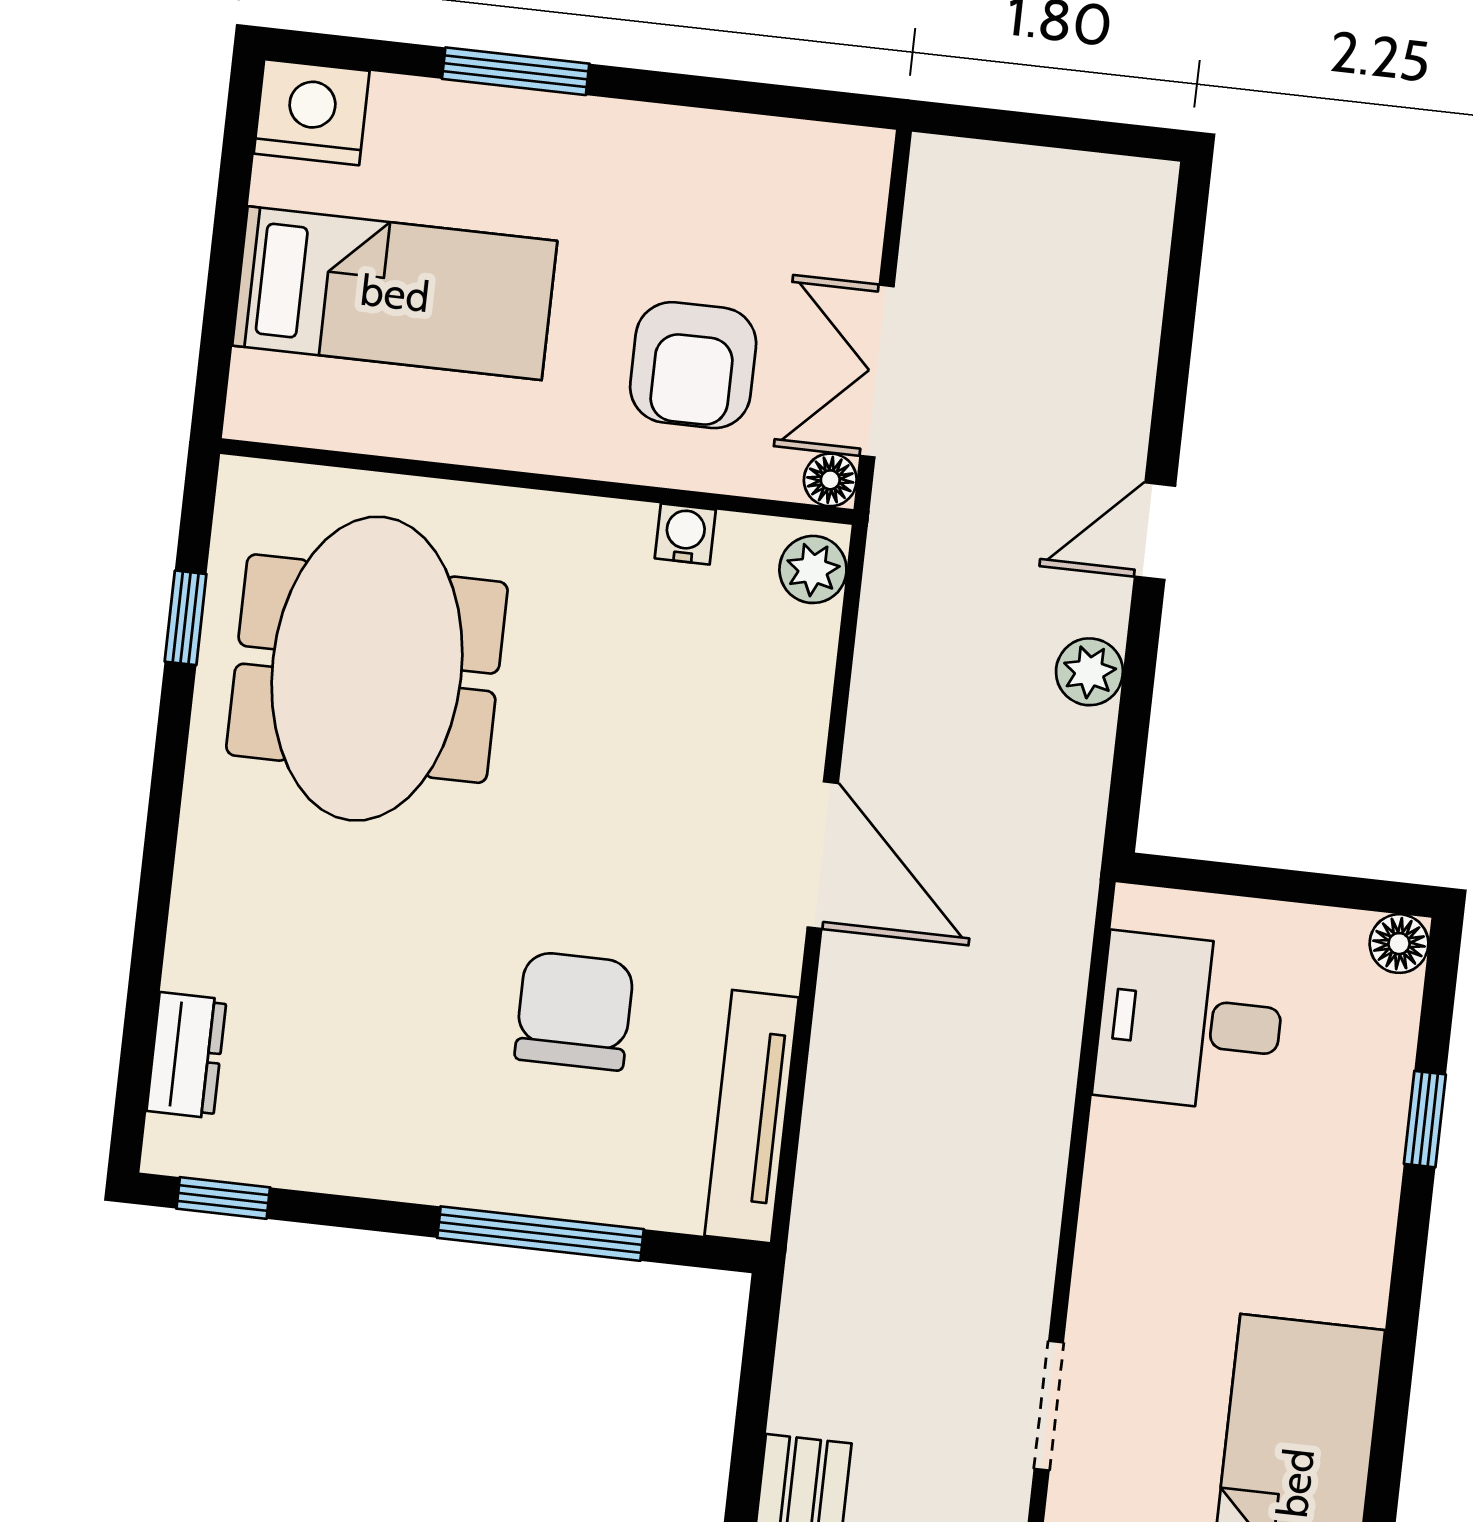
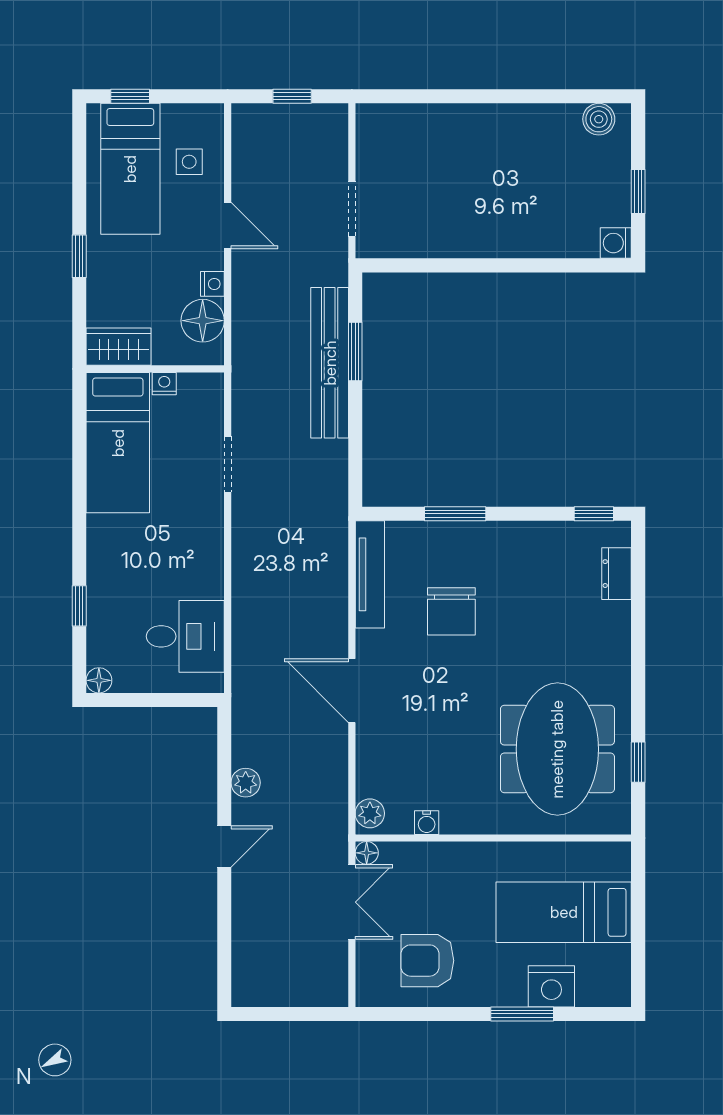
nightstand: (312, 112) -> (551, 986), moved
armchair: (693, 365) -> (427, 961), moved, turned -90
window: (540, 1234) -> (455, 514), width x0.69

